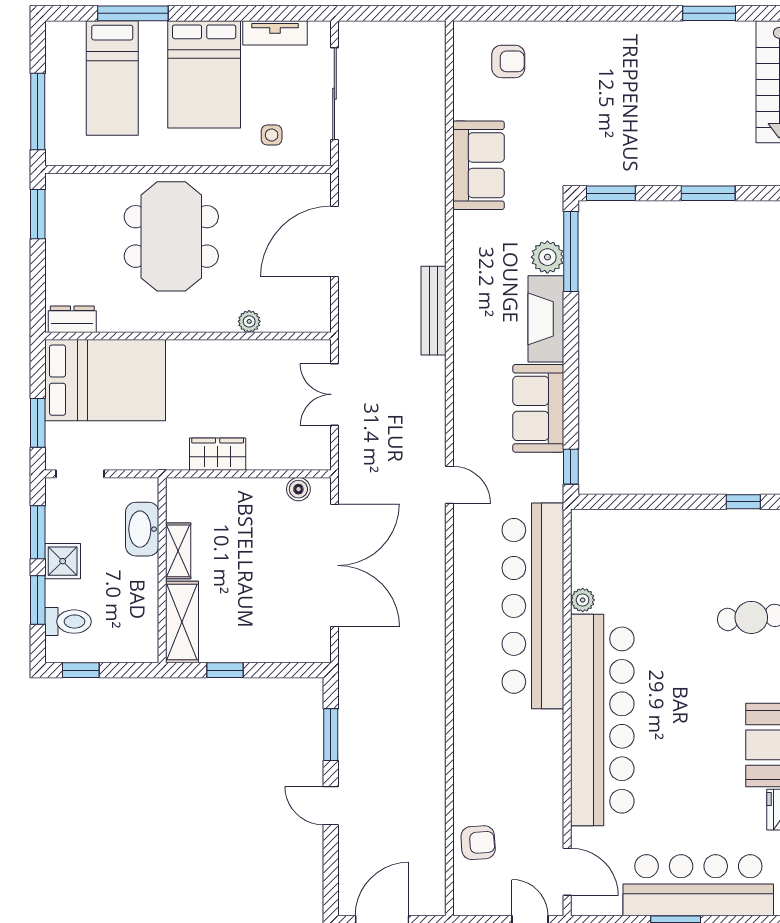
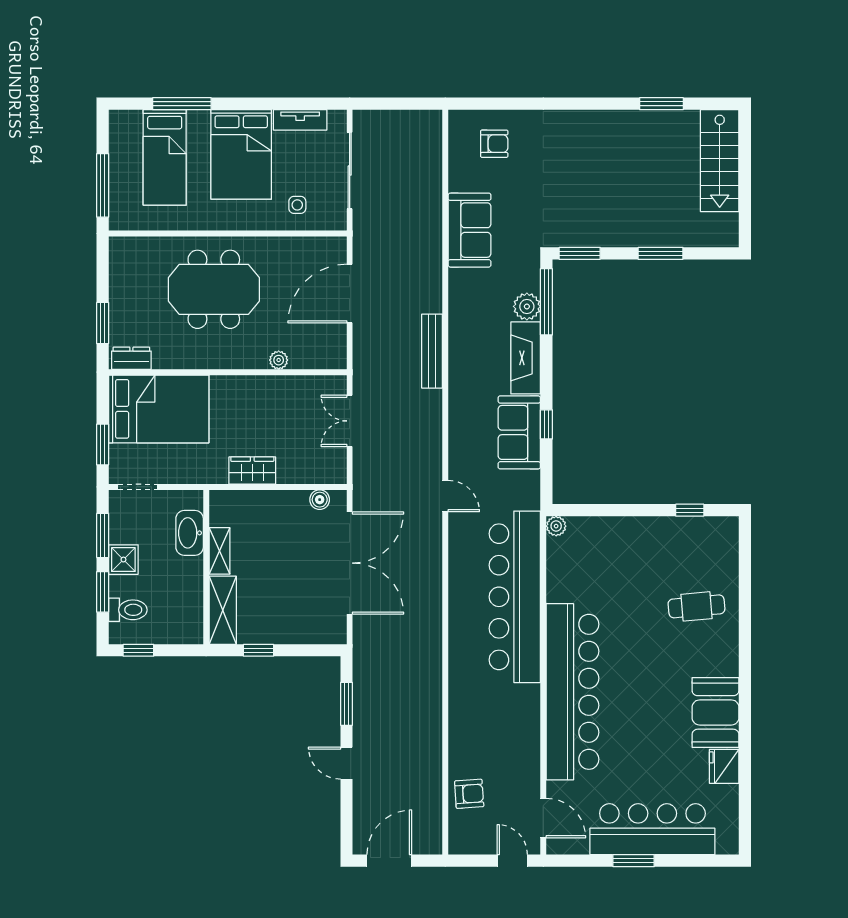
window: (38, 214) -> (103, 323), moved
meeting table: (171, 236) -> (214, 289), turned 90
window: (571, 467) -> (546, 424), moved
plant: (583, 600) -> (556, 526), moved

